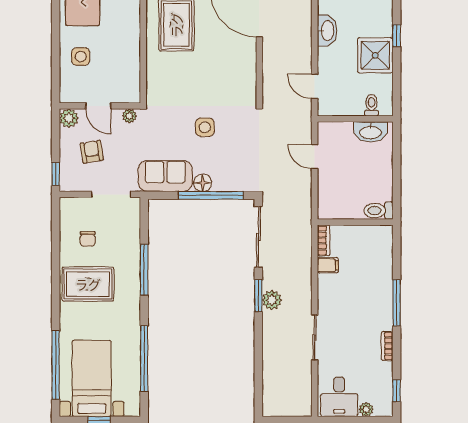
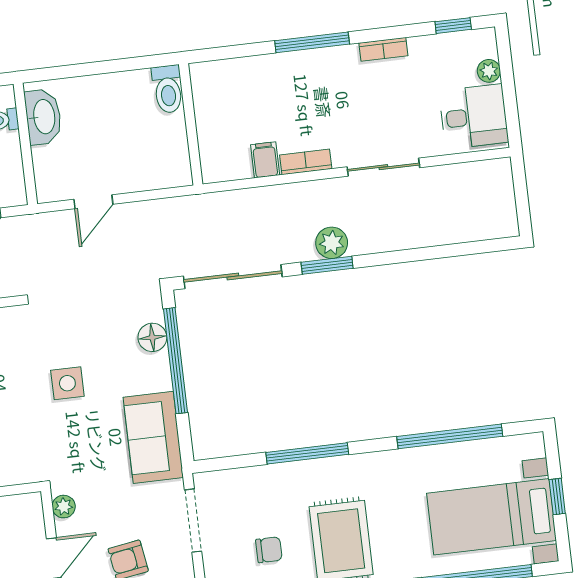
floor lamp: (203, 183) -> (152, 337), moved
bookcase: (324, 240) -> (306, 162), moved

